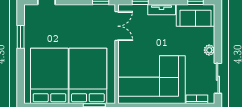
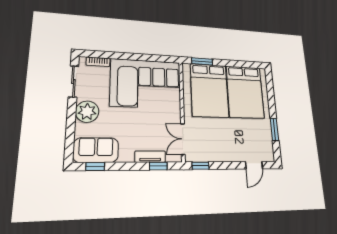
tv unit: (162, 10) -> (150, 157), moved
plant: (209, 50) -> (87, 112), width x1.88, depth x1.88

